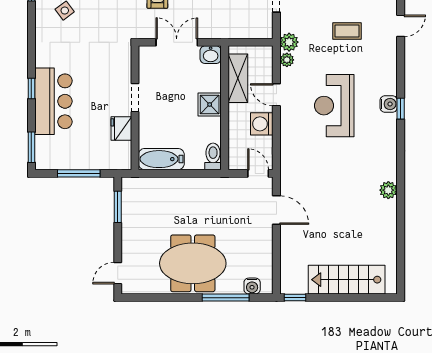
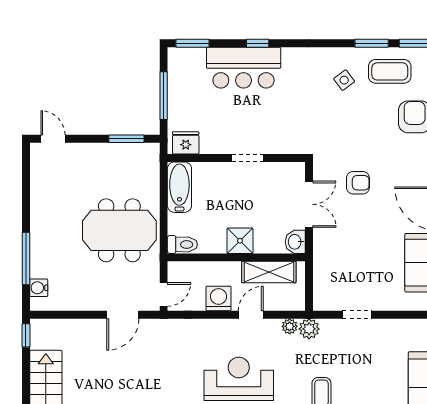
fridge: (121, 128) -> (186, 143), moved
meeting table: (193, 263) -> (119, 230), moved, turned 90

